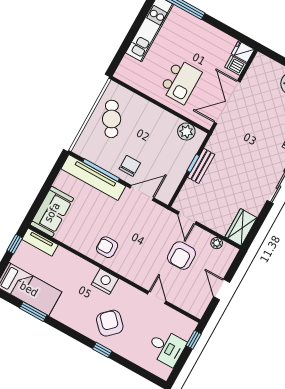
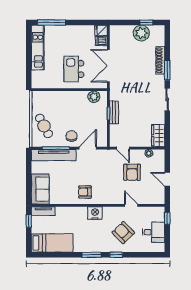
kitchen island: (181, 82) -> (74, 69), turned 180
cafe table: (112, 119) -> (44, 126), moved
window: (33, 312) -> (92, 255), moved
armchair: (110, 323) -> (123, 233), moved

